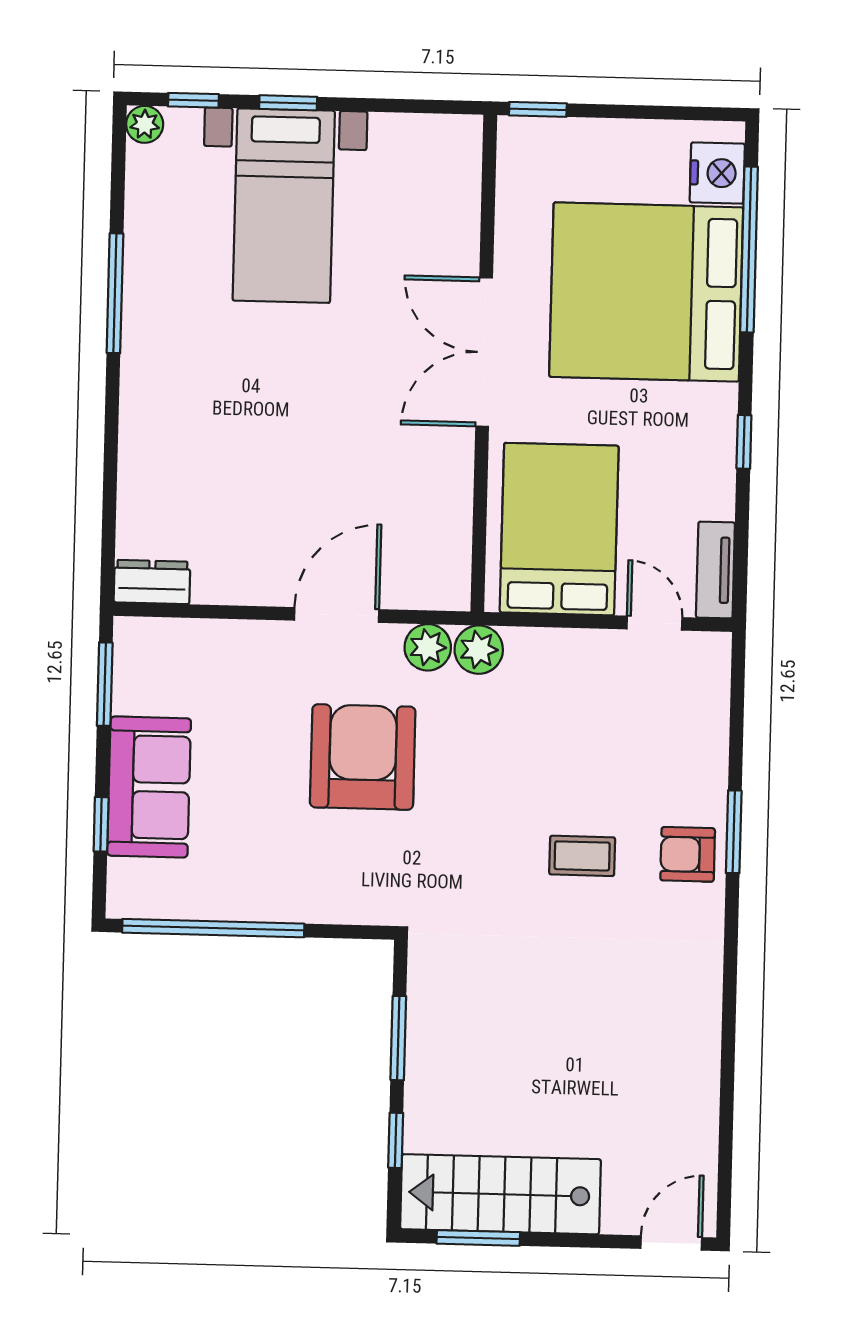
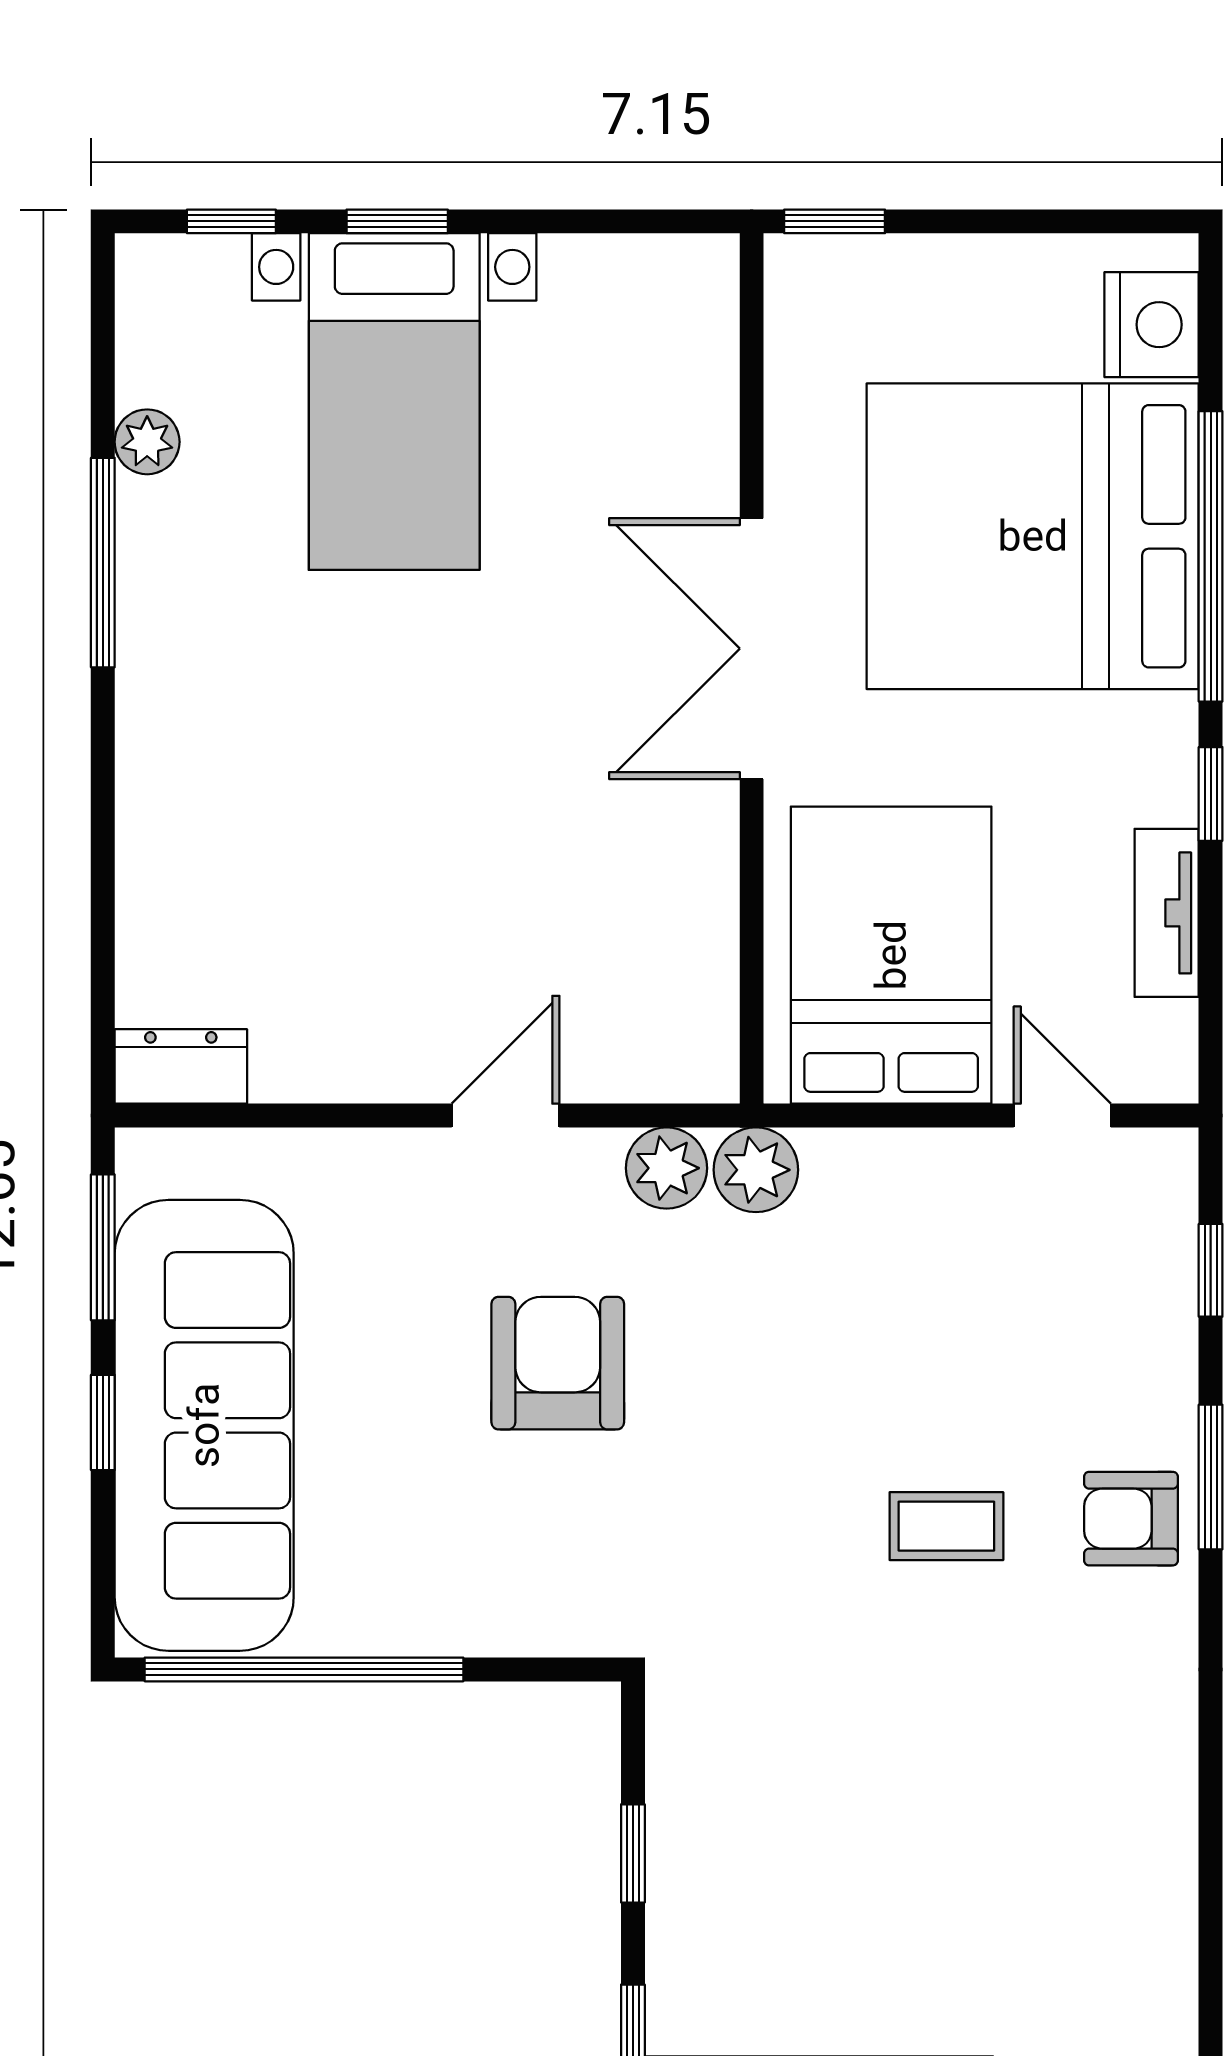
plant: (145, 124) -> (147, 442), moved
window: (749, 249) -> (1211, 556), moved
tv unit: (715, 570) -> (1167, 913), moved
door: (337, 615) -> (506, 1116), width x0.73
window: (737, 714) -> (1211, 1270), added
armchair: (363, 757) -> (558, 1363), width x0.73, depth x0.73
sofa: (149, 787) -> (204, 1425), width x1.85, depth x1.27
window: (101, 824) -> (103, 1422), moved
window: (398, 1038) -> (633, 1853), width x0.67

